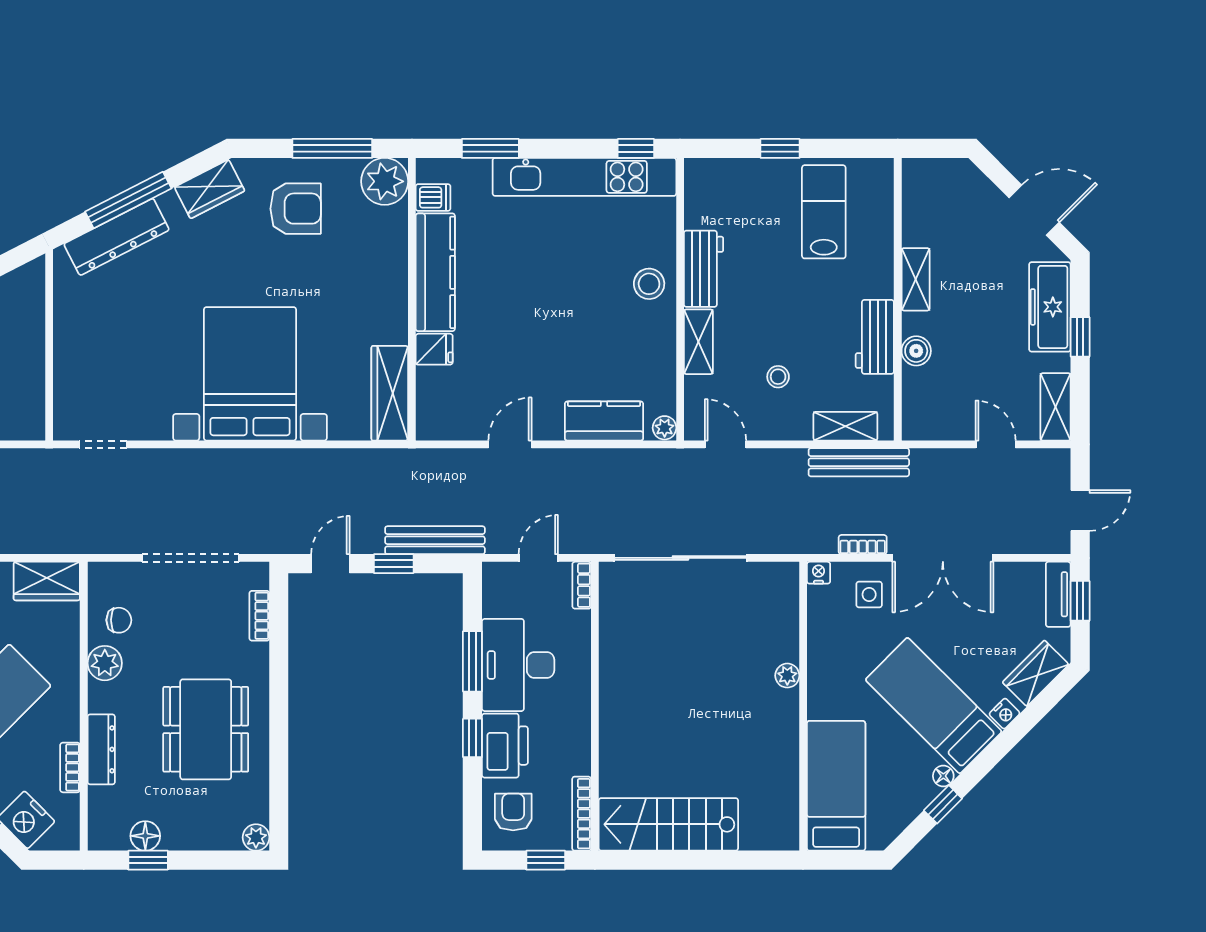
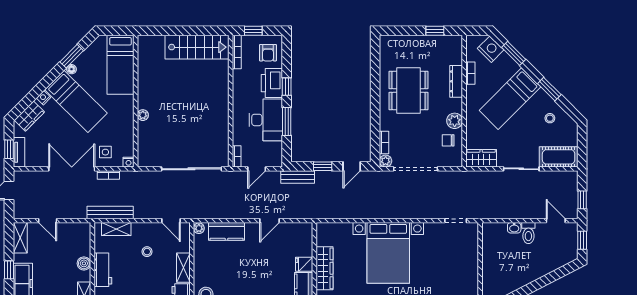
wardrobe: (390, 393) -> (324, 268), moved
bench: (435, 540) -> (298, 177), width x0.73
window: (943, 804) -> (72, 56), width x1.50
floor lamp: (145, 836) -> (436, 42), removed
plant: (256, 837) -> (386, 161), moved

